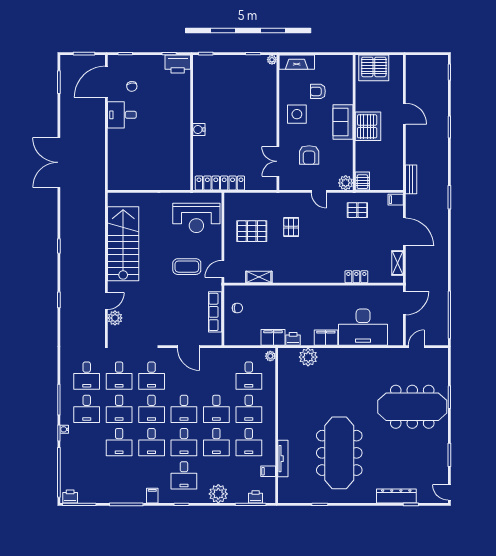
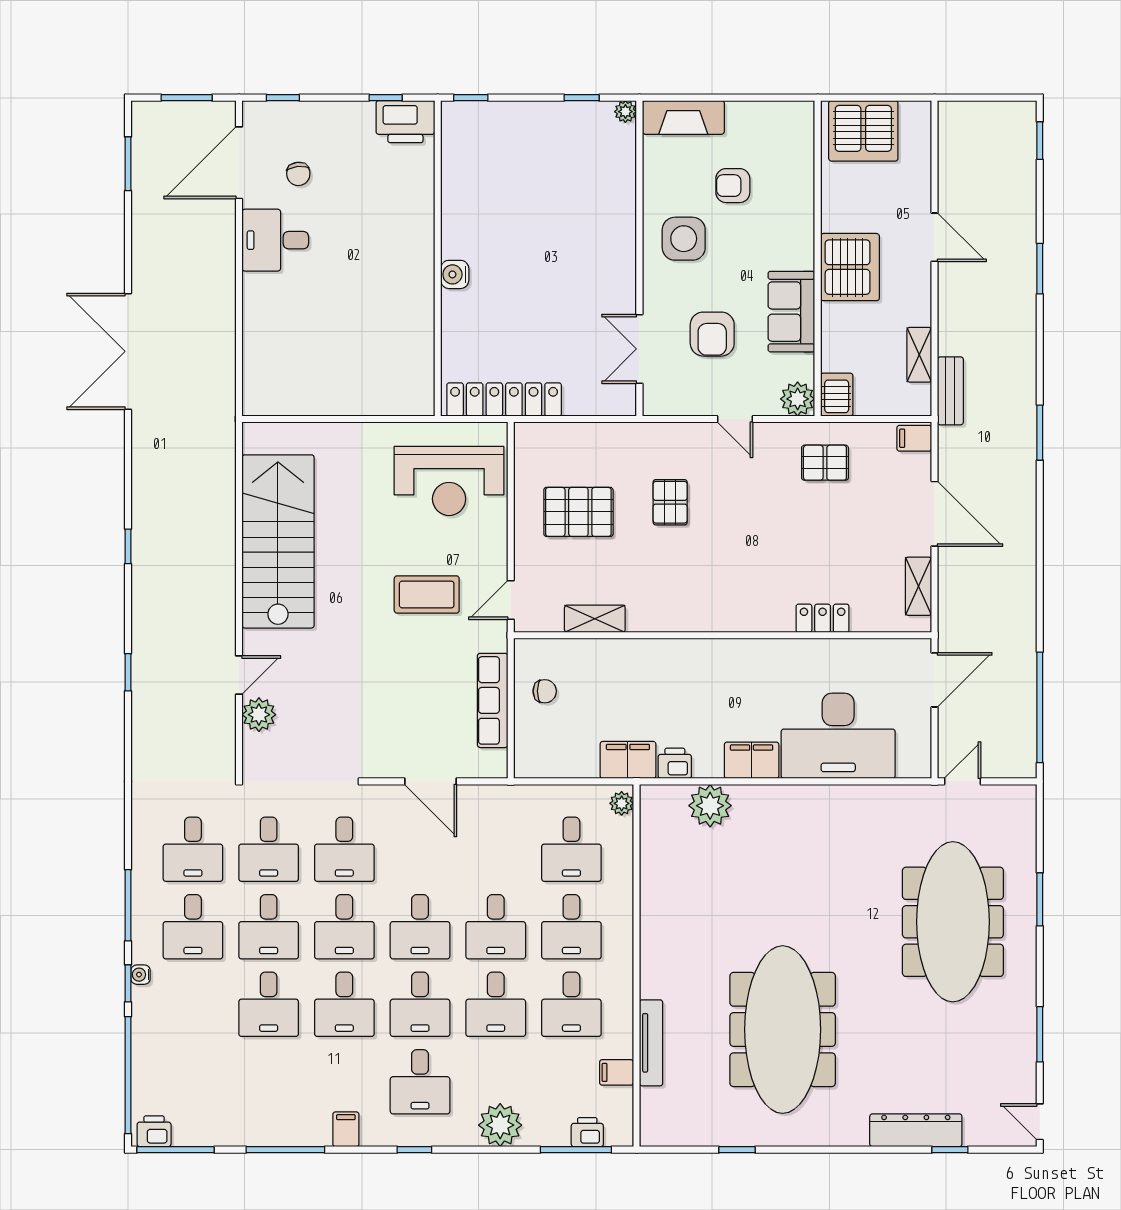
sofa: (343, 122) -> (791, 312), moved
shelving: (398, 164) -> (919, 355), added
meeting table: (412, 407) -> (953, 922), turned 90

